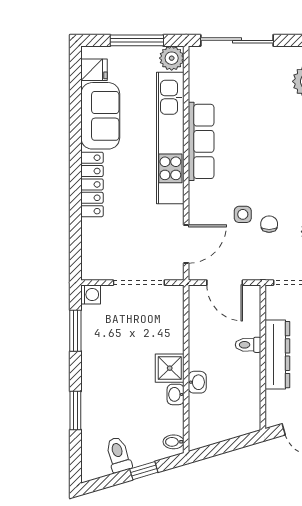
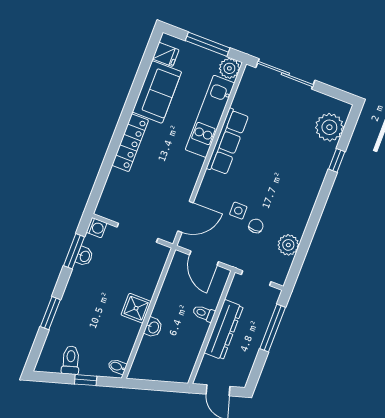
kitchen unit: (170, 138) -> (210, 116), width x0.73
washbasin: (176, 394) -> (84, 256), moved, turned 180

